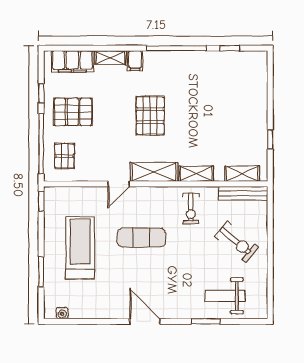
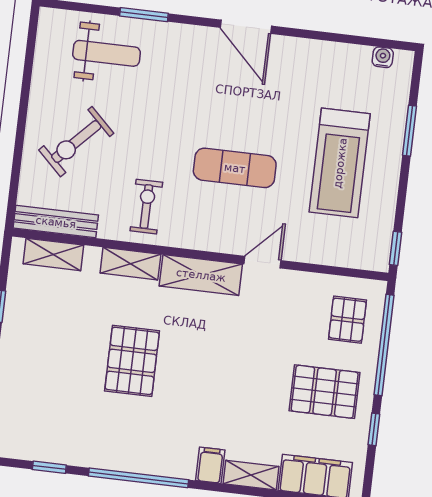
pallet: (150, 116) -> (132, 361), moved
exercise bike: (237, 242) -> (76, 142), turned -86

